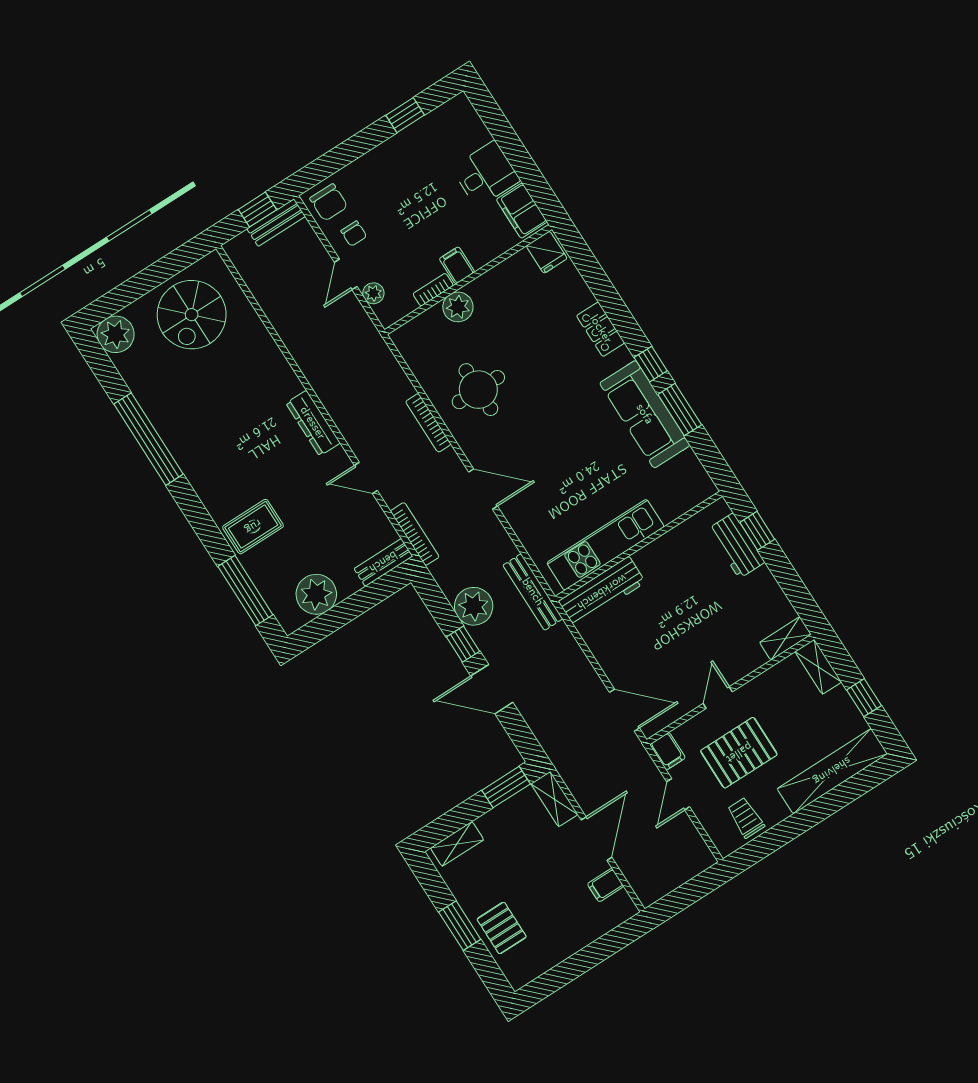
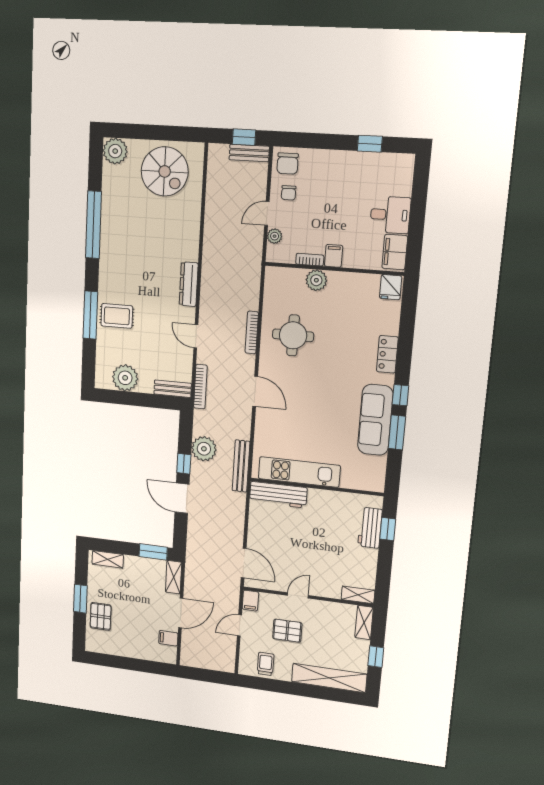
spiral stairs: (192, 315) -> (165, 171), turned -90
window: (245, 591) -> (90, 315), moved
pallet: (739, 753) -> (287, 631), width x0.67, depth x0.71

